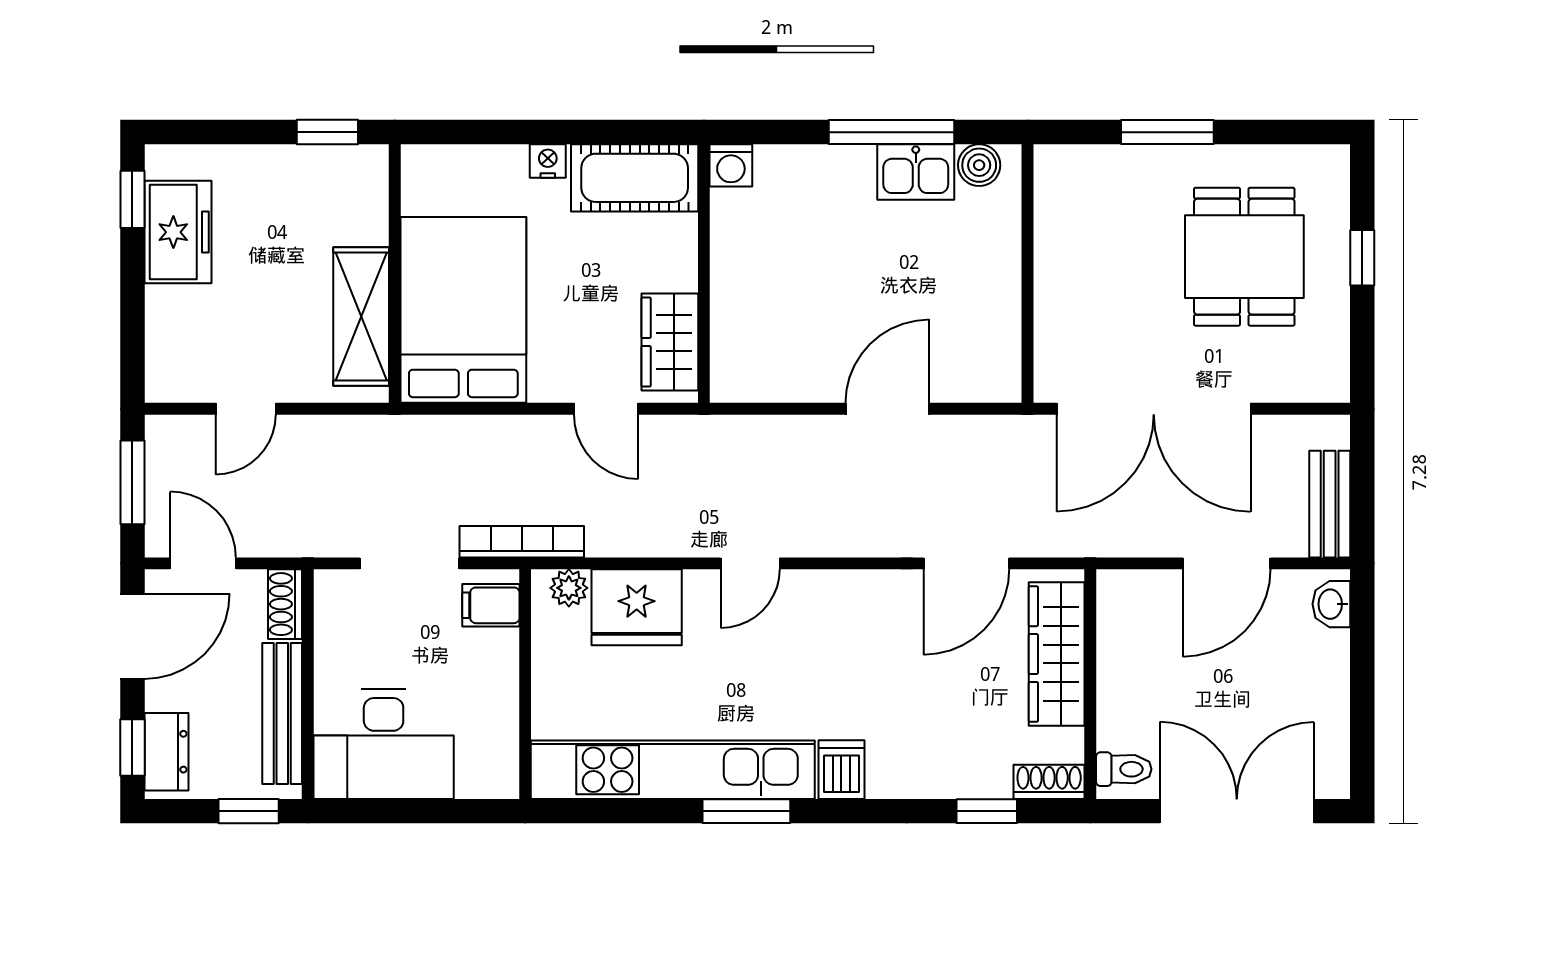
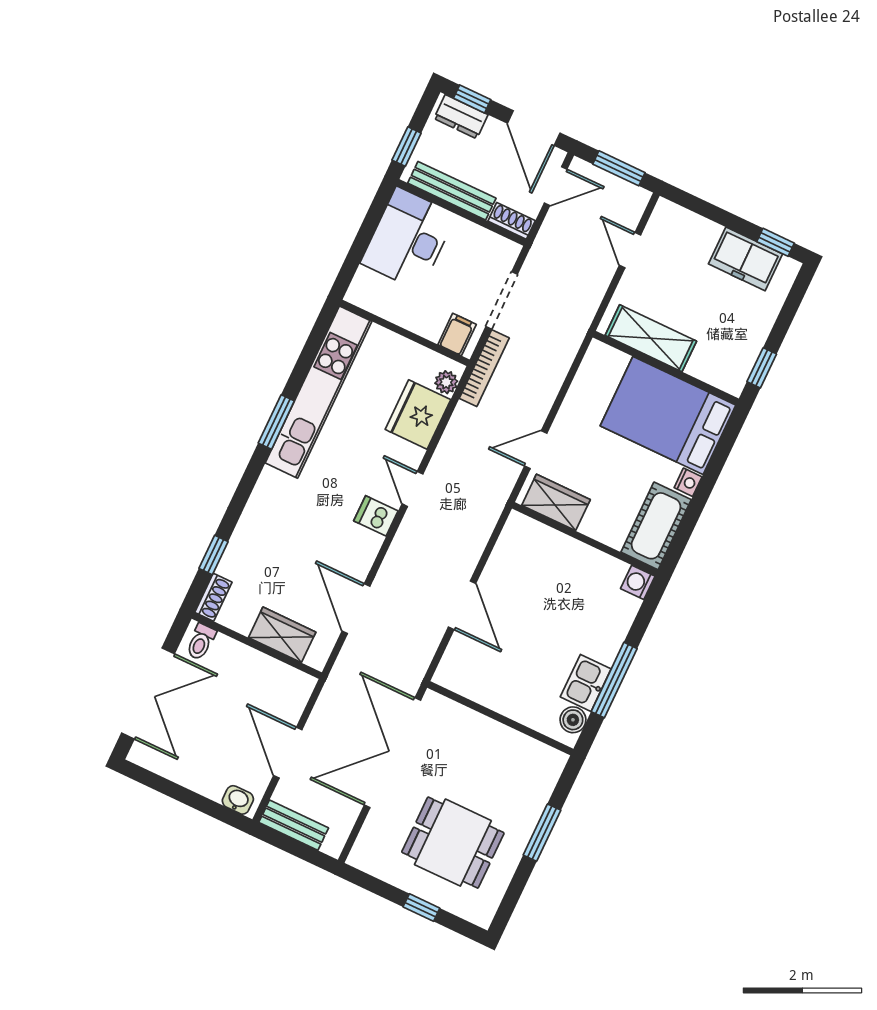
bed: (463, 310) -> (668, 416), moved, turned 180
wardrobe: (1057, 654) -> (282, 635), width x0.67
dishwasher: (841, 770) -> (376, 516), moved, turned 180

